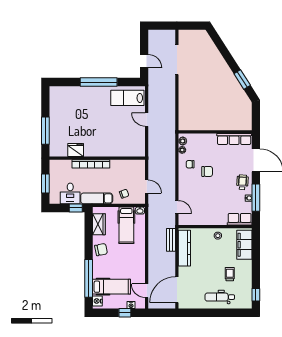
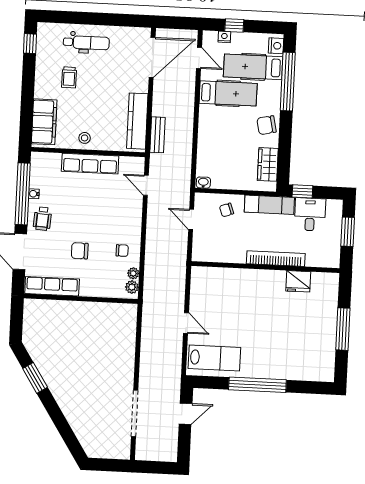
door: (144, 61) -> (186, 414), swing flipped
window: (45, 131) -> (343, 329), moved
chair: (207, 171) -> (80, 251), moved
window: (256, 198) -> (23, 194), width x1.46
row of seats: (240, 219) -> (90, 164), moved, width x1.48
hospital bed: (126, 225) -> (228, 93), moved, turned 90

